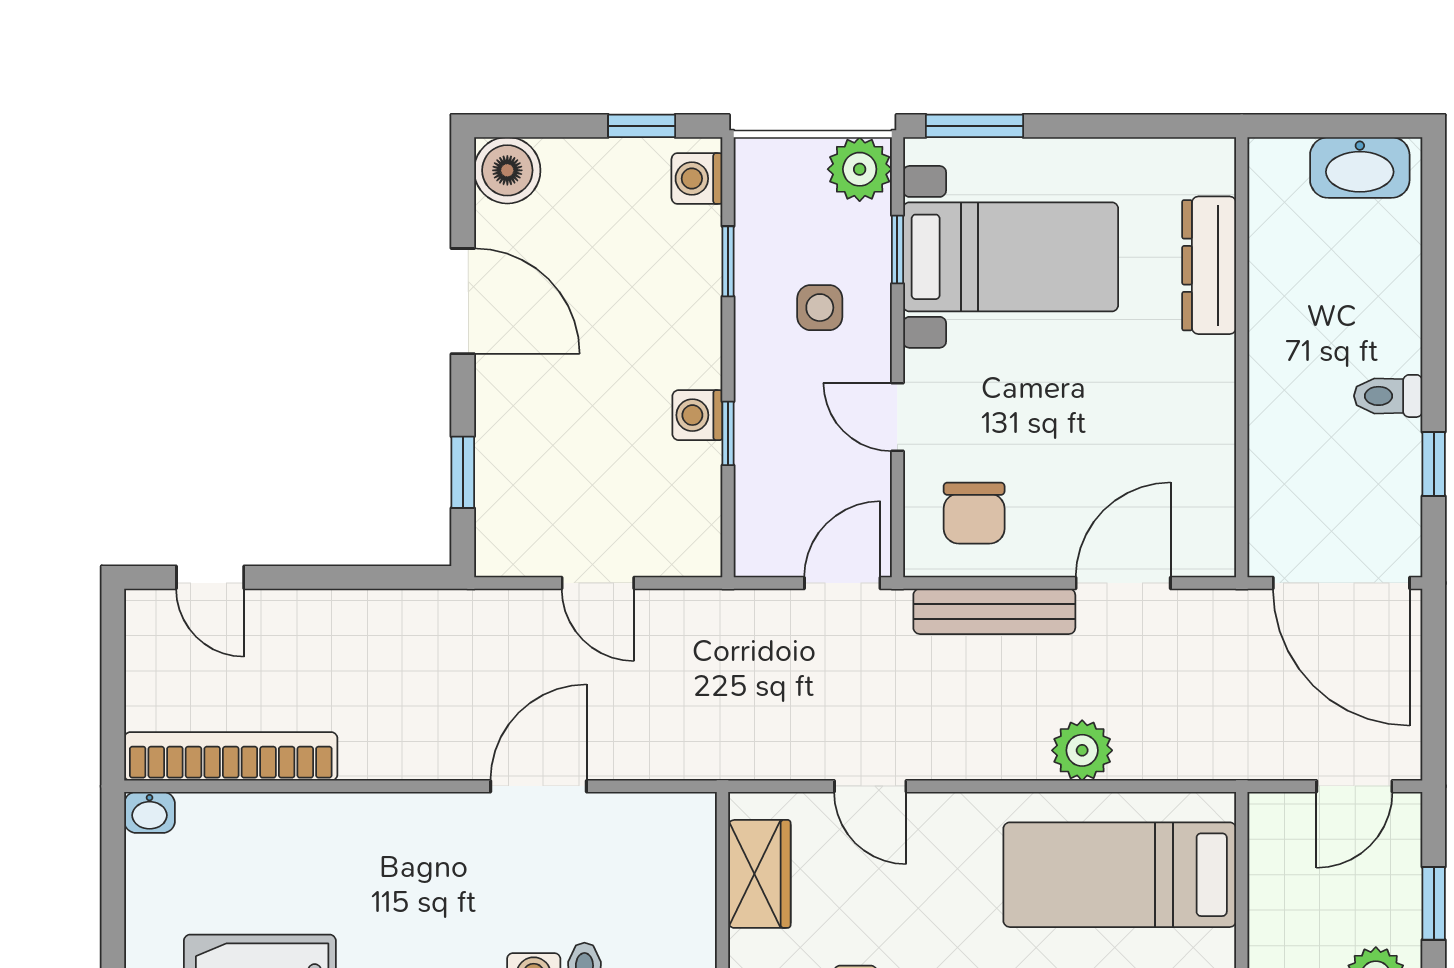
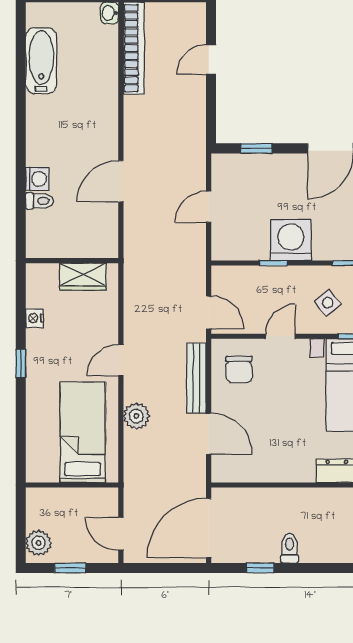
side table: (820, 308) -> (328, 303), turned -38
washing machine: (697, 415) -> (291, 240), width x1.89, depth x1.89
chair: (974, 513) -> (239, 369), turned -90
door: (210, 577) -> (211, 60), moved
door: (539, 786) -> (121, 181), swing flipped
door: (870, 786) -> (121, 360), moved

